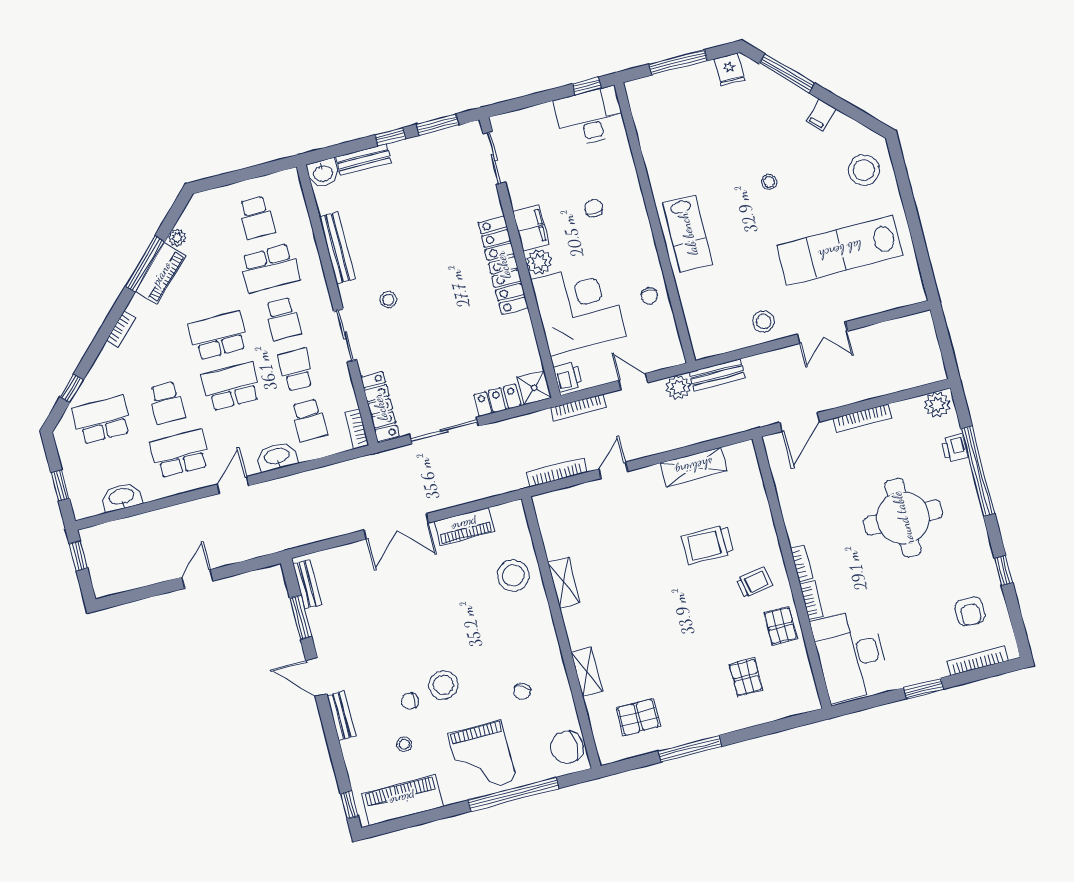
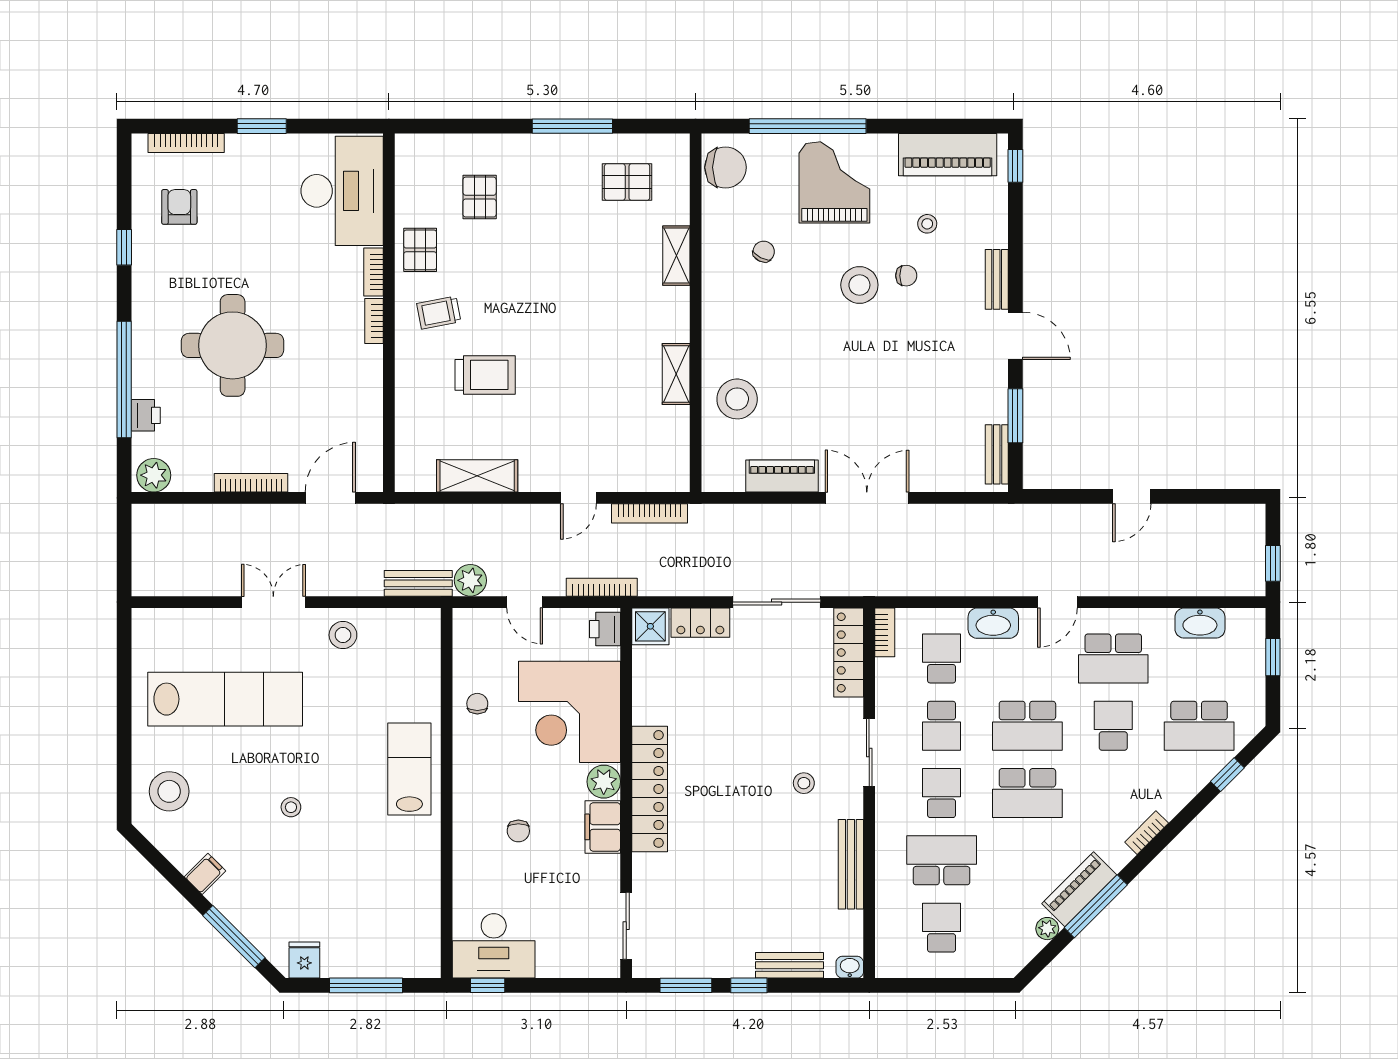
washbasin: (323, 173) -> (850, 967), width x0.72, depth x0.69

